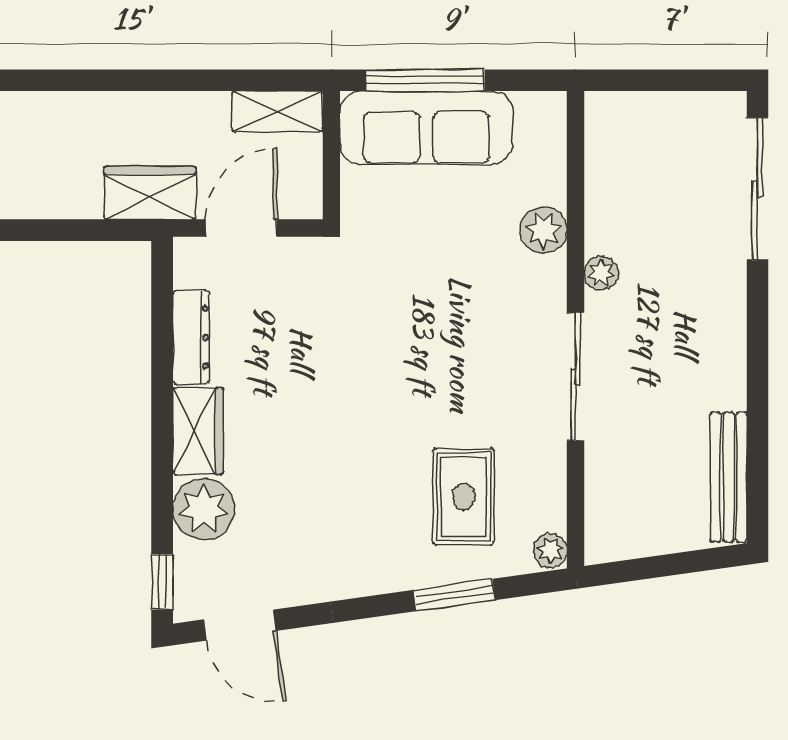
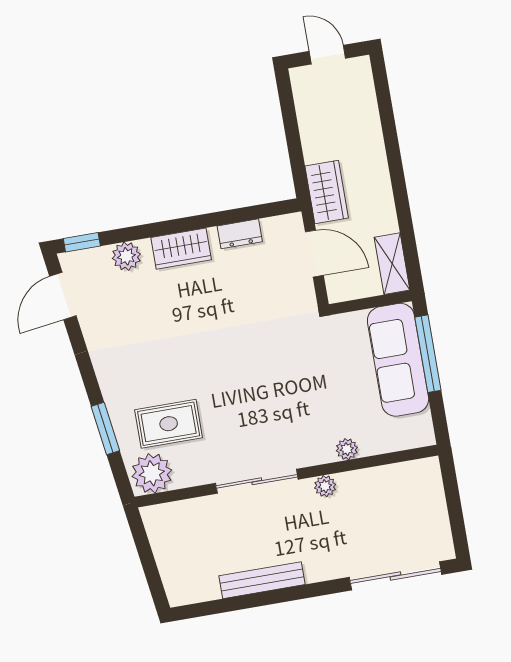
plant: (544, 230) -> (347, 449), width x0.73, depth x0.73
dresser: (191, 337) -> (240, 234), width x0.70
bench: (729, 477) -> (262, 580), moved
plant: (204, 509) -> (126, 256), width x0.73, depth x0.73
plant: (550, 550) -> (152, 473), width x1.88, depth x1.88

